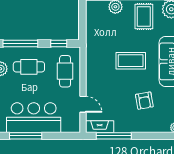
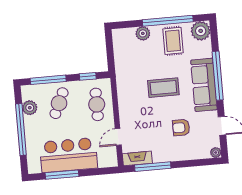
cafe table: (29, 67) -> (59, 103), turned -66
armchair: (144, 101) -> (181, 128), turned 100
door: (83, 104) -> (118, 137), swing flipped

